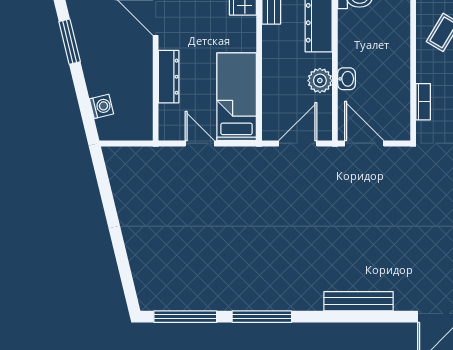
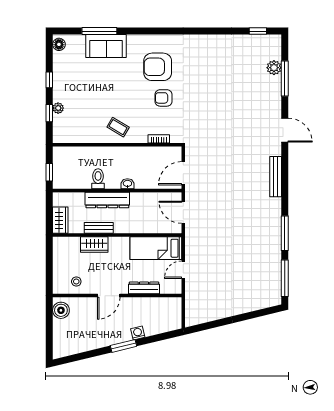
washbasin: (346, 79) -> (127, 184), moved
plant: (320, 81) -> (146, 199), removed
washing machine: (101, 106) -> (138, 333), moved

